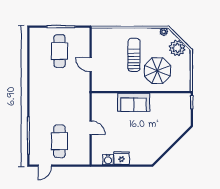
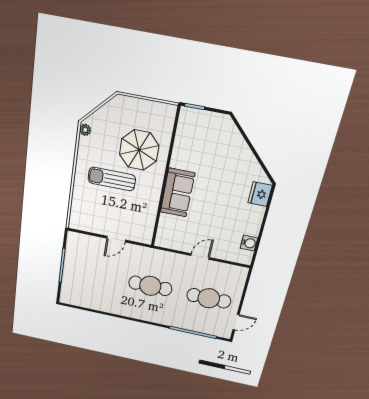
plant: (177, 48) -> (111, 114), removed
cafe table: (60, 51) -> (150, 286), moved
fridge: (121, 158) -> (260, 194), moved
door: (45, 166) -> (236, 322), hinge flipped

